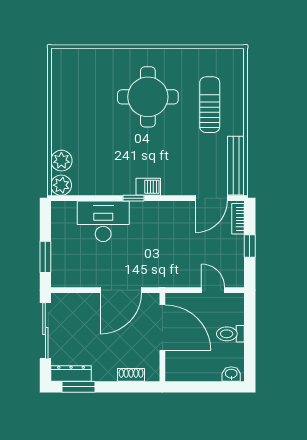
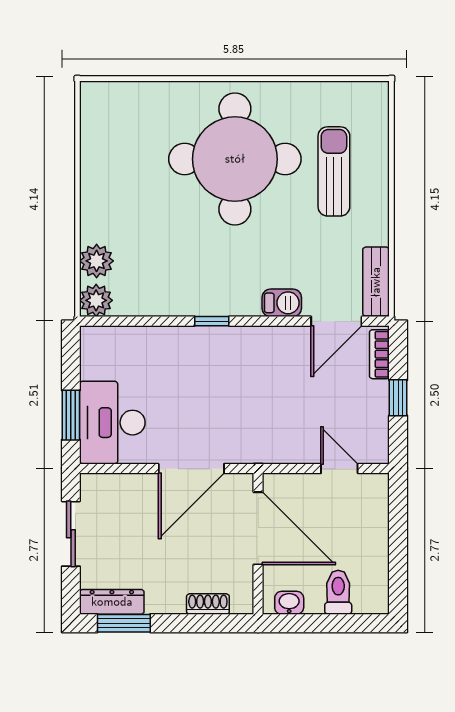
round table: (148, 97) -> (235, 159), width x1.36, depth x1.36
bench: (236, 166) -> (376, 282), width x0.73
barbecue: (148, 187) -> (282, 303), moved
desk: (103, 221) -> (112, 423), moved, turned -90
sliding door: (45, 331) -> (71, 534), width x0.73
toilet: (230, 334) -> (338, 592), moved, turned 90
washbasin: (231, 374) -> (289, 603), moved

